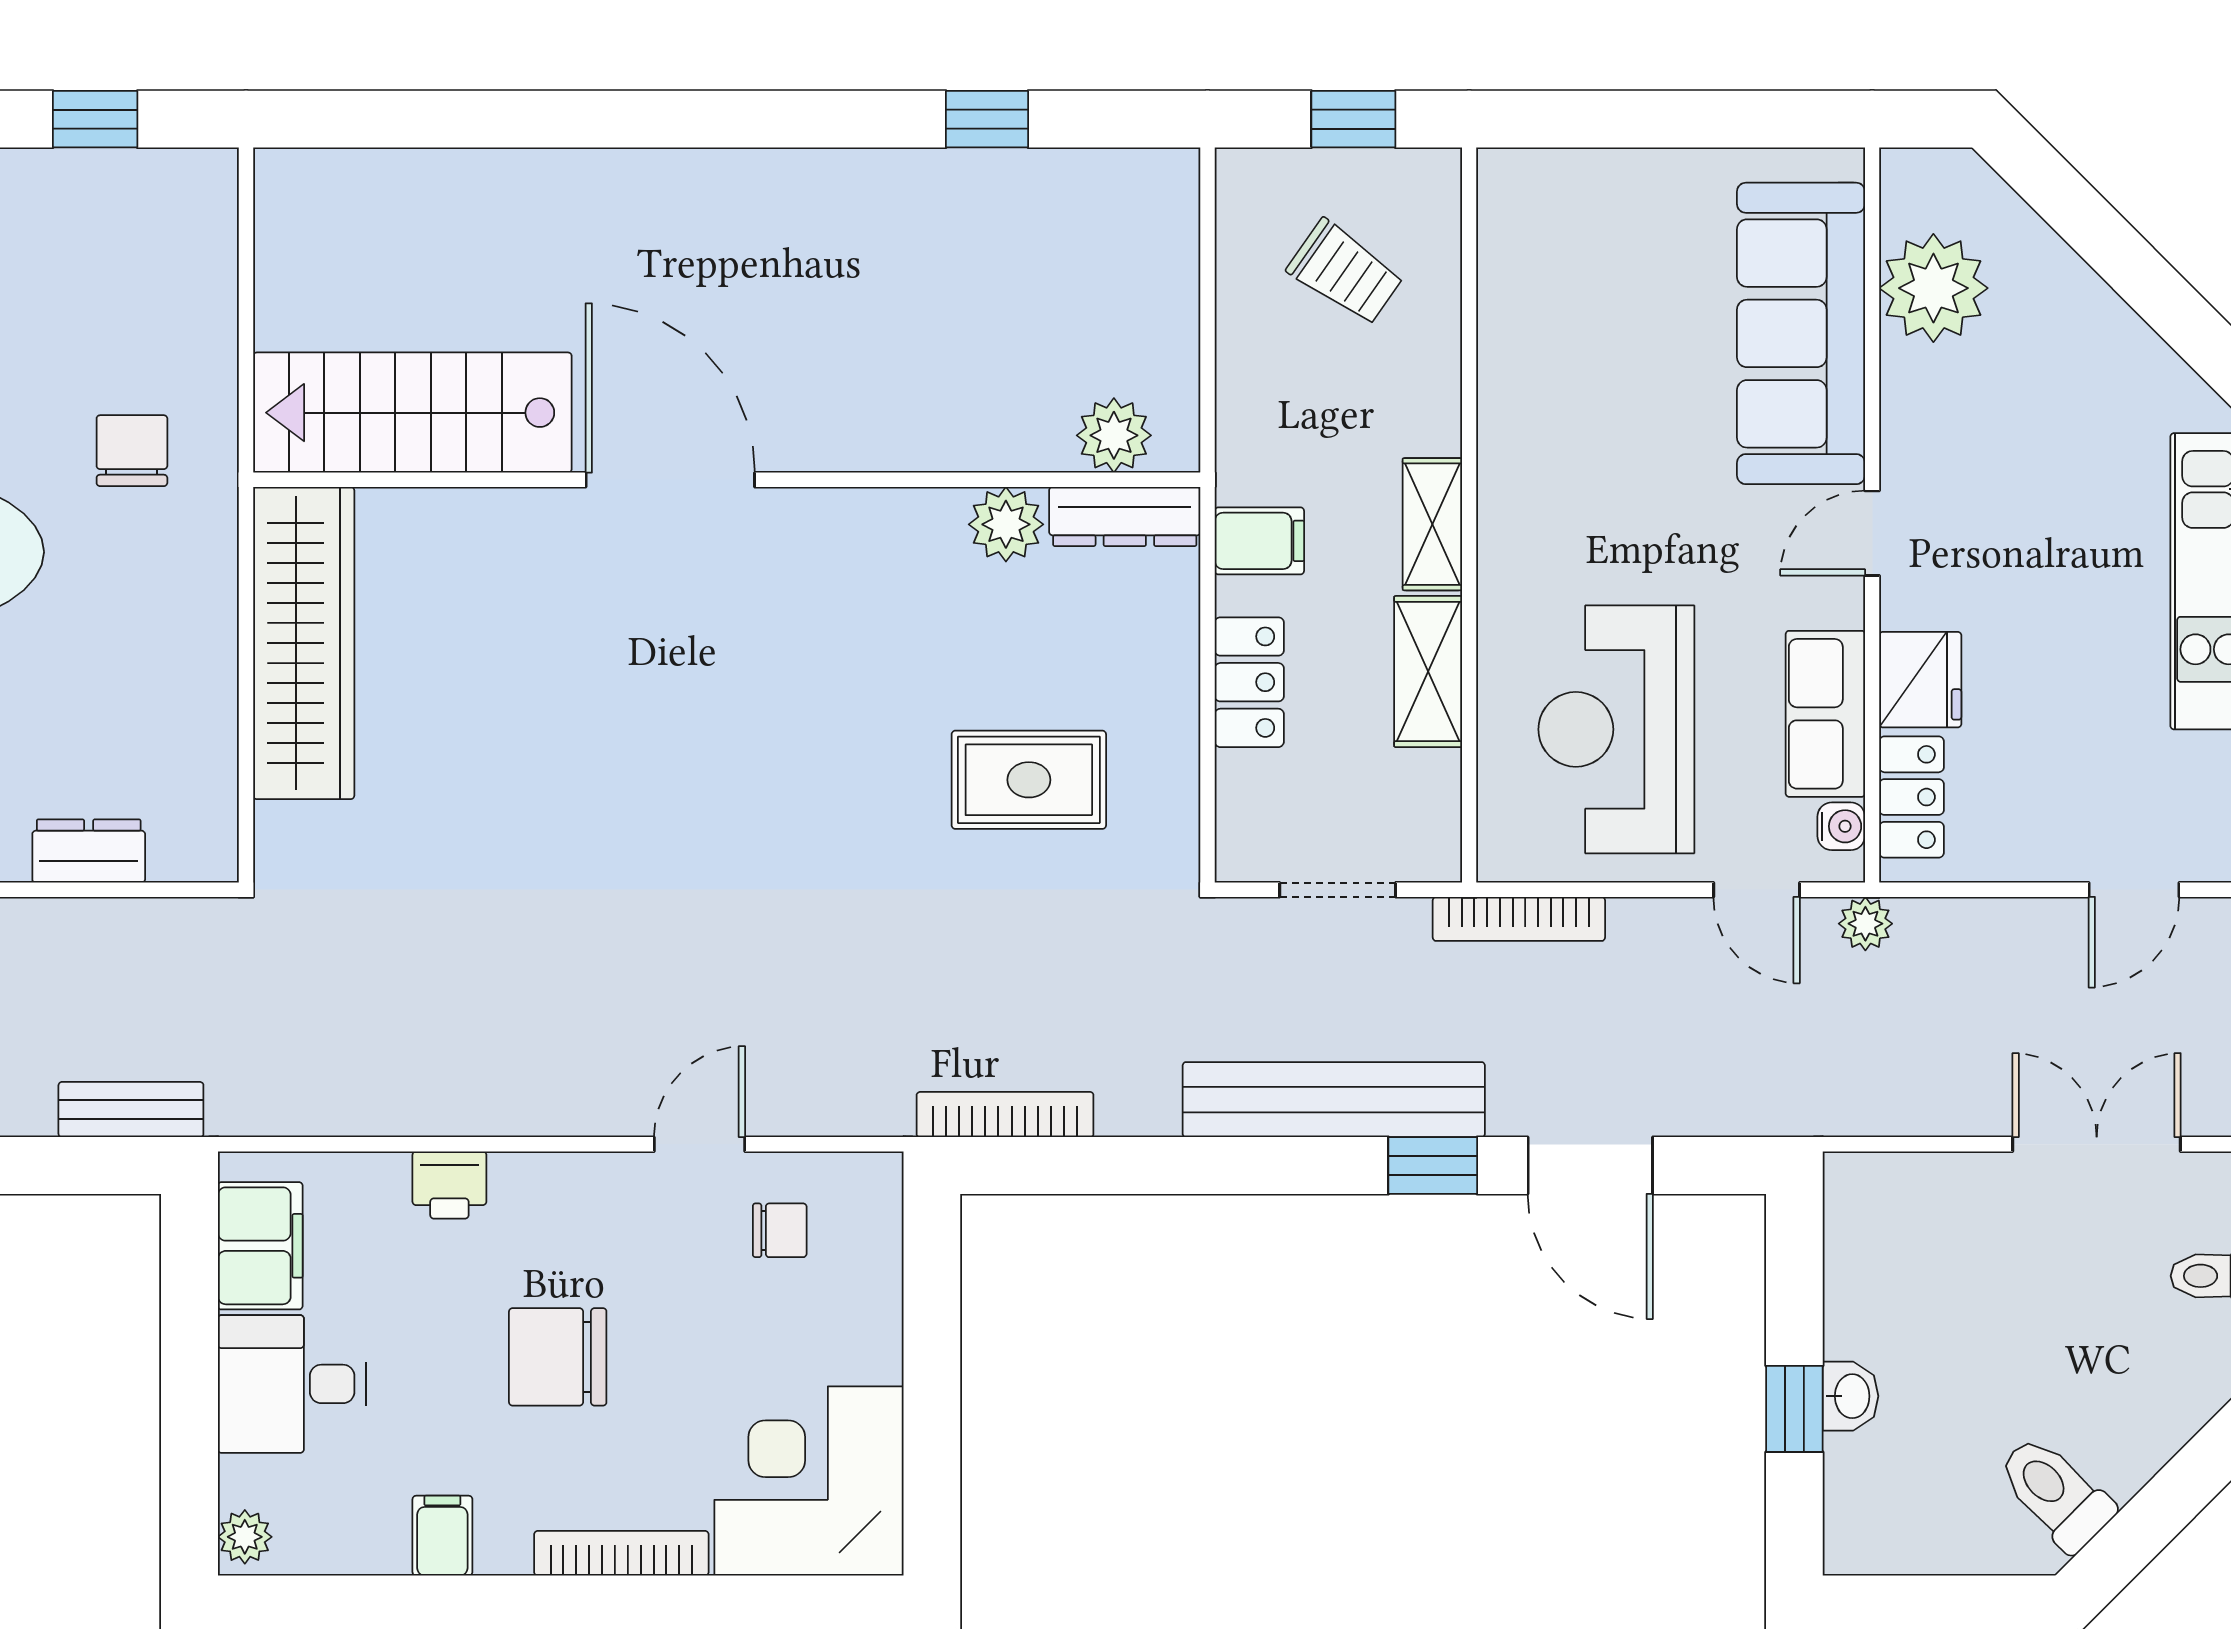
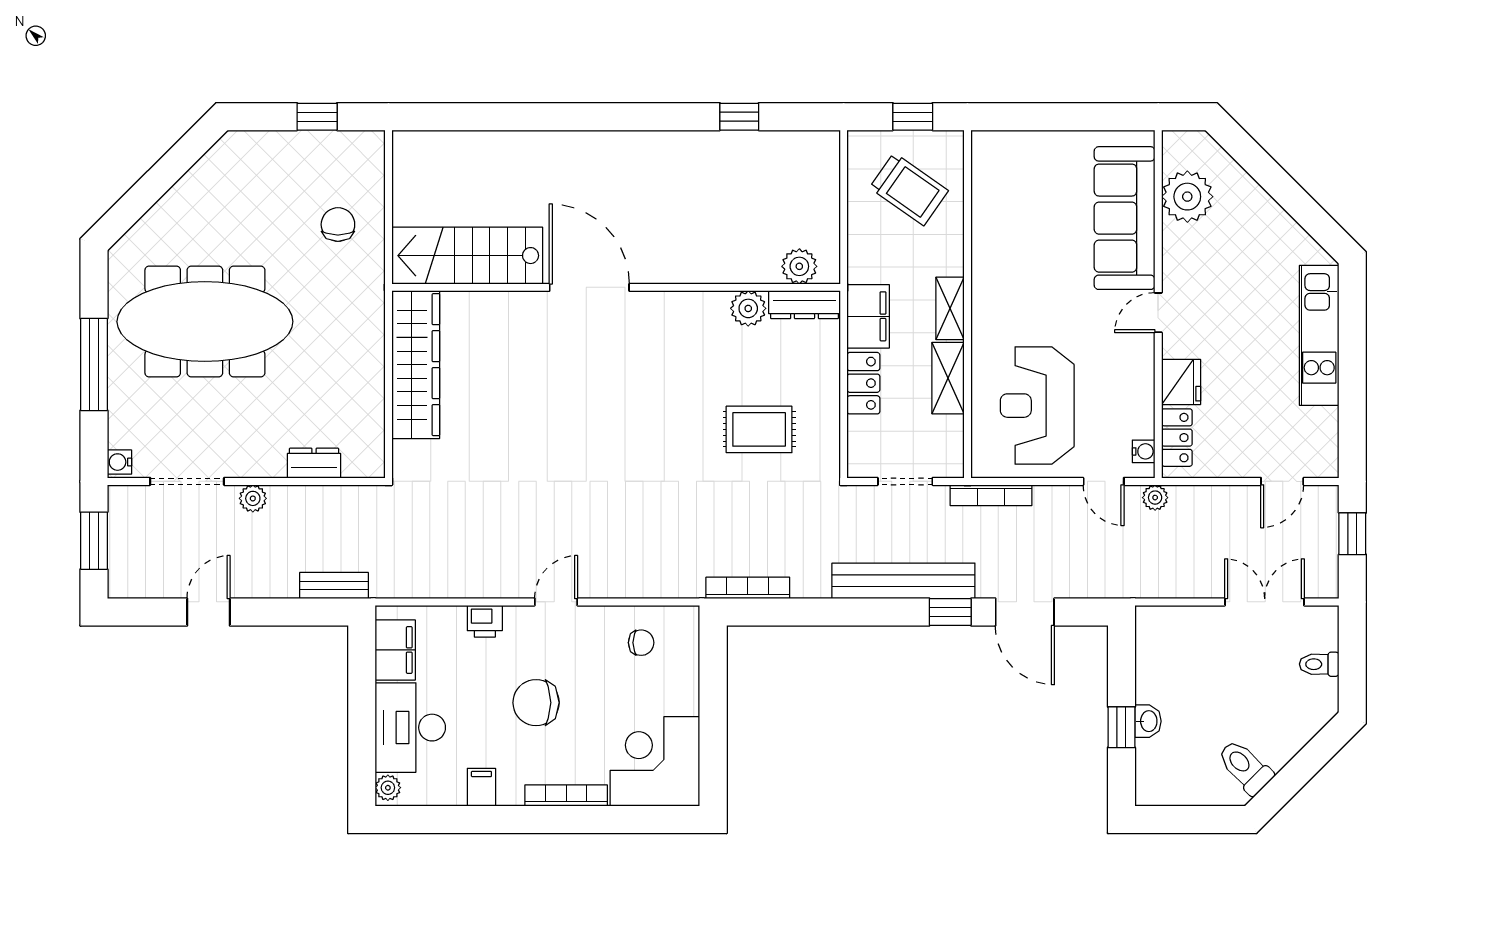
trolley: (1345, 272) -> (909, 189), width x1.36, depth x1.39
chair: (132, 451) -> (338, 224), moved
filing cabinet: (1259, 541) -> (868, 316), width x2.00
row of seats: (1825, 714) -> (1136, 398), removed
door: (699, 1144) -> (556, 602), moved
desk: (292, 1384) -> (410, 728), width x1.37

